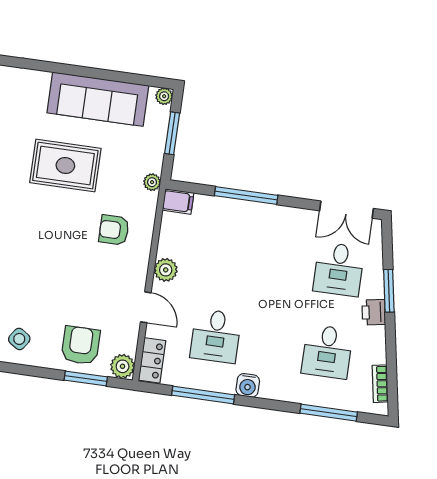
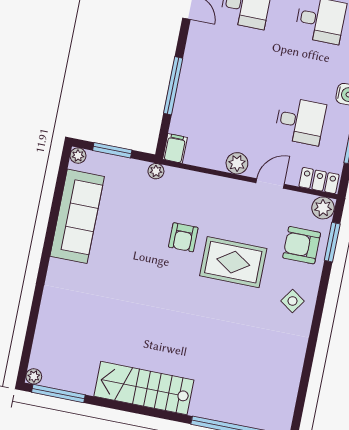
rug: (65, 166) -> (233, 262), moved, turned 90
armchair: (114, 230) -> (183, 237), moved

